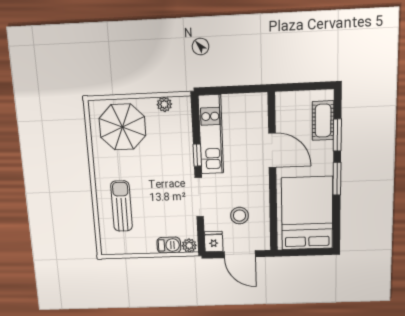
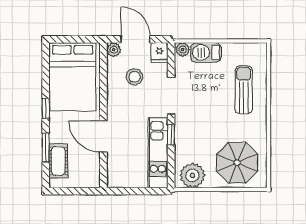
plant: (164, 104) -> (192, 175), width x1.87, depth x1.87
window: (337, 179) -> (46, 108), width x0.67
sun lounger: (122, 206) -> (244, 90), turned 180
plant: (263, 243) -> (114, 50), added
barbecue: (169, 245) -> (206, 53), width x1.38, depth x1.27

